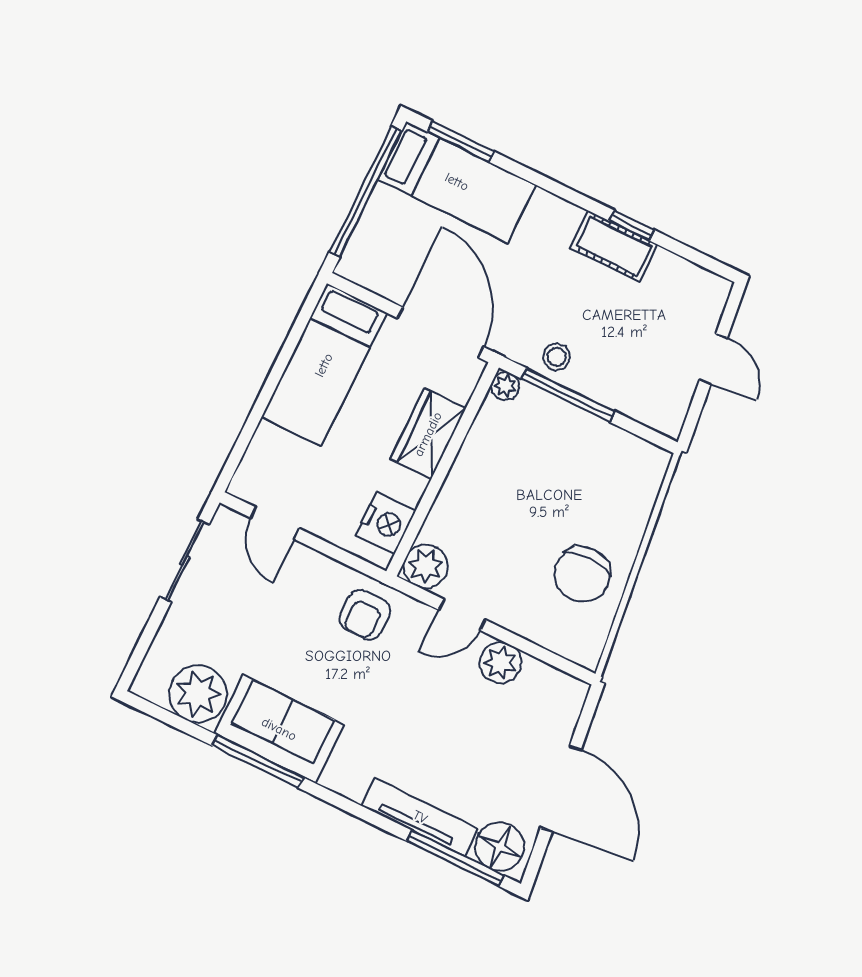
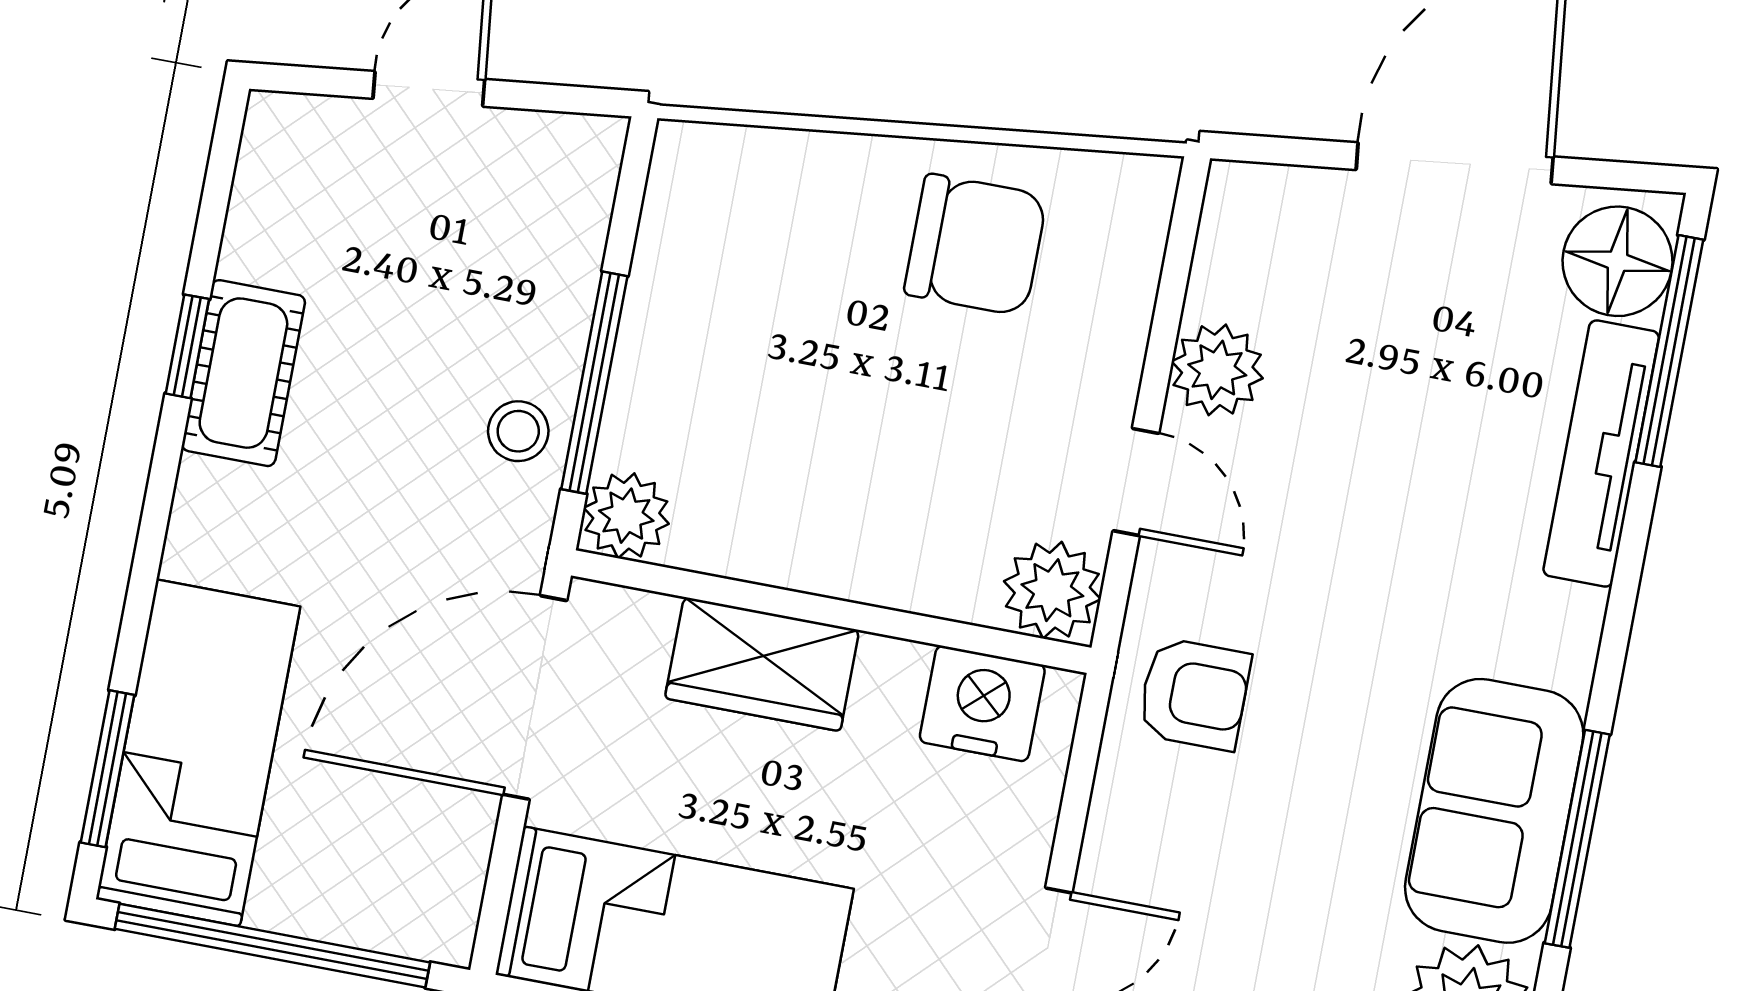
plant: (505, 386) -> (626, 516), width x1.38, depth x1.38

